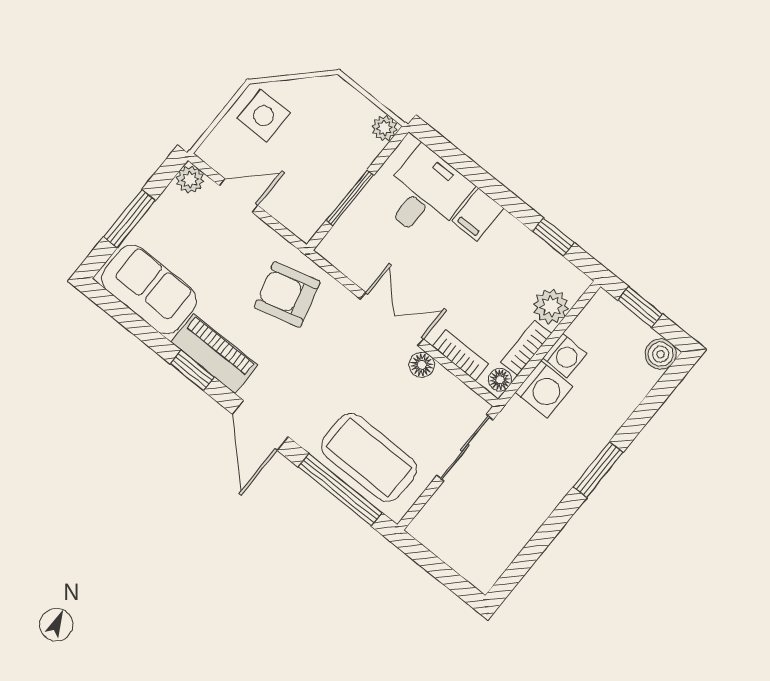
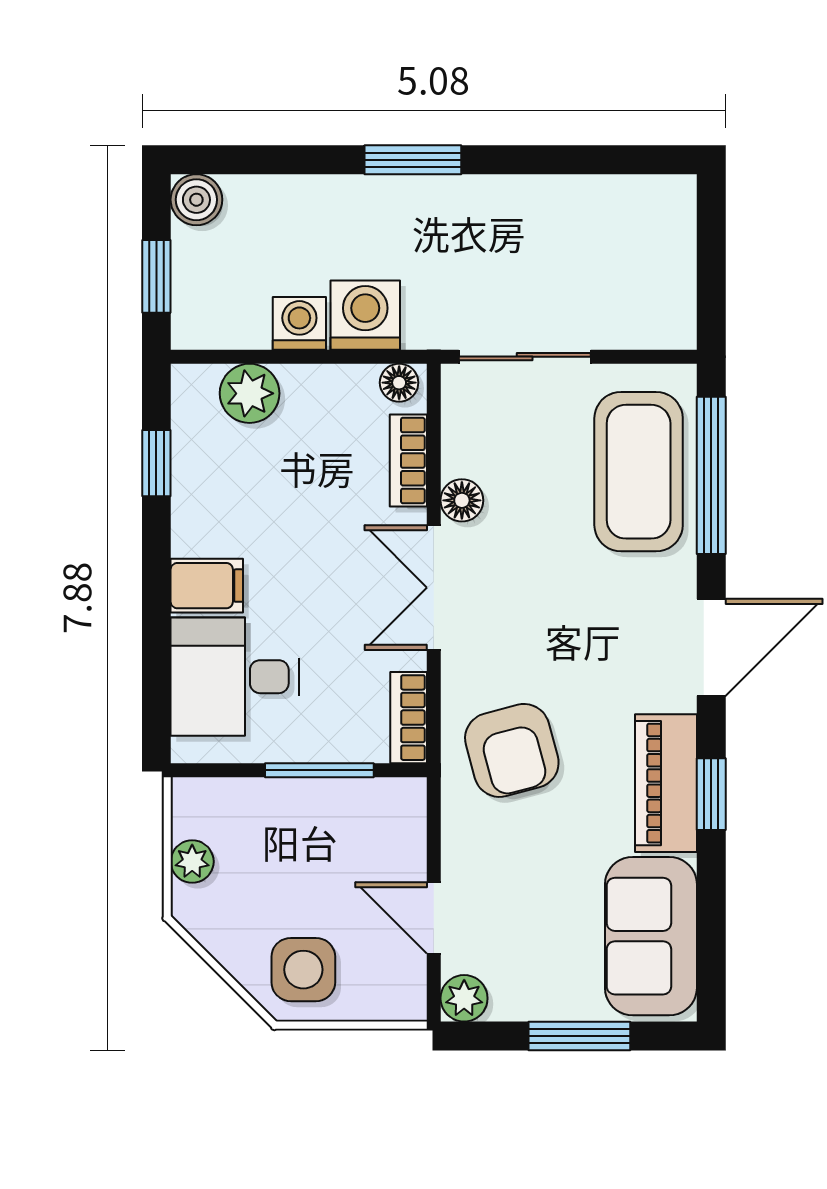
plant: (384, 128) -> (192, 862), moved
bookcase: (526, 348) -> (409, 718), moved, turned 90

